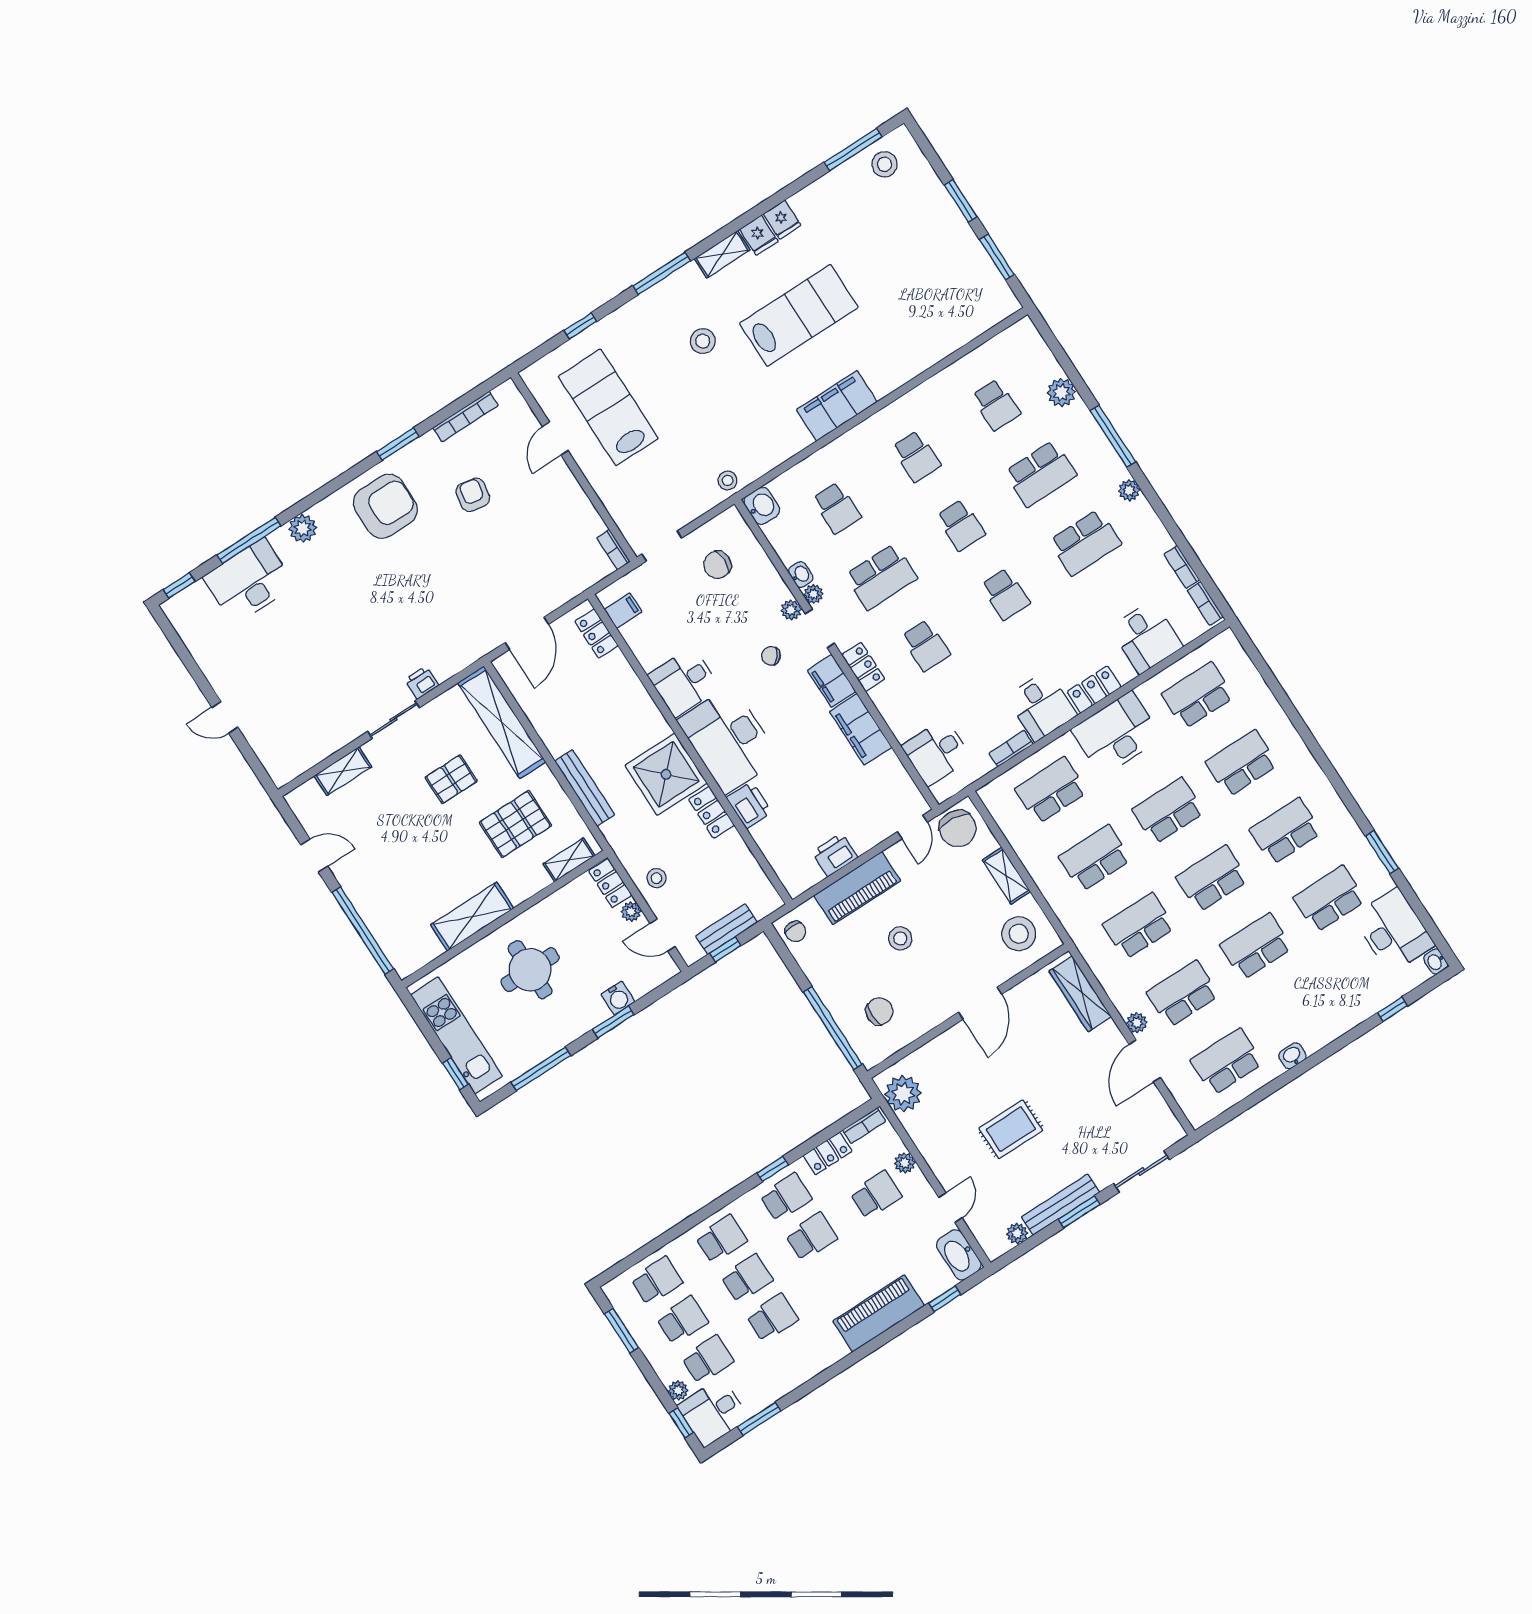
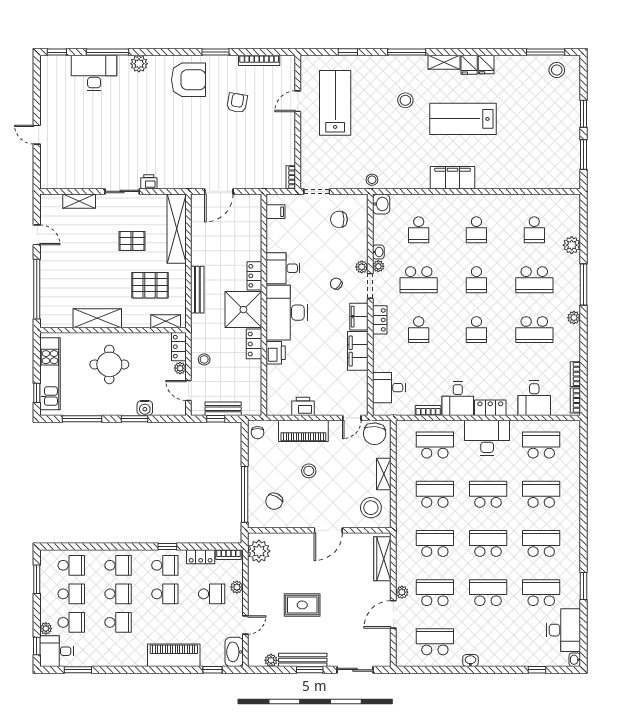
lab bench: (799, 315) -> (463, 119), turned 180
locker: (596, 634) -> (254, 276), moved
chair: (879, 1011) -> (274, 501), turned 117

